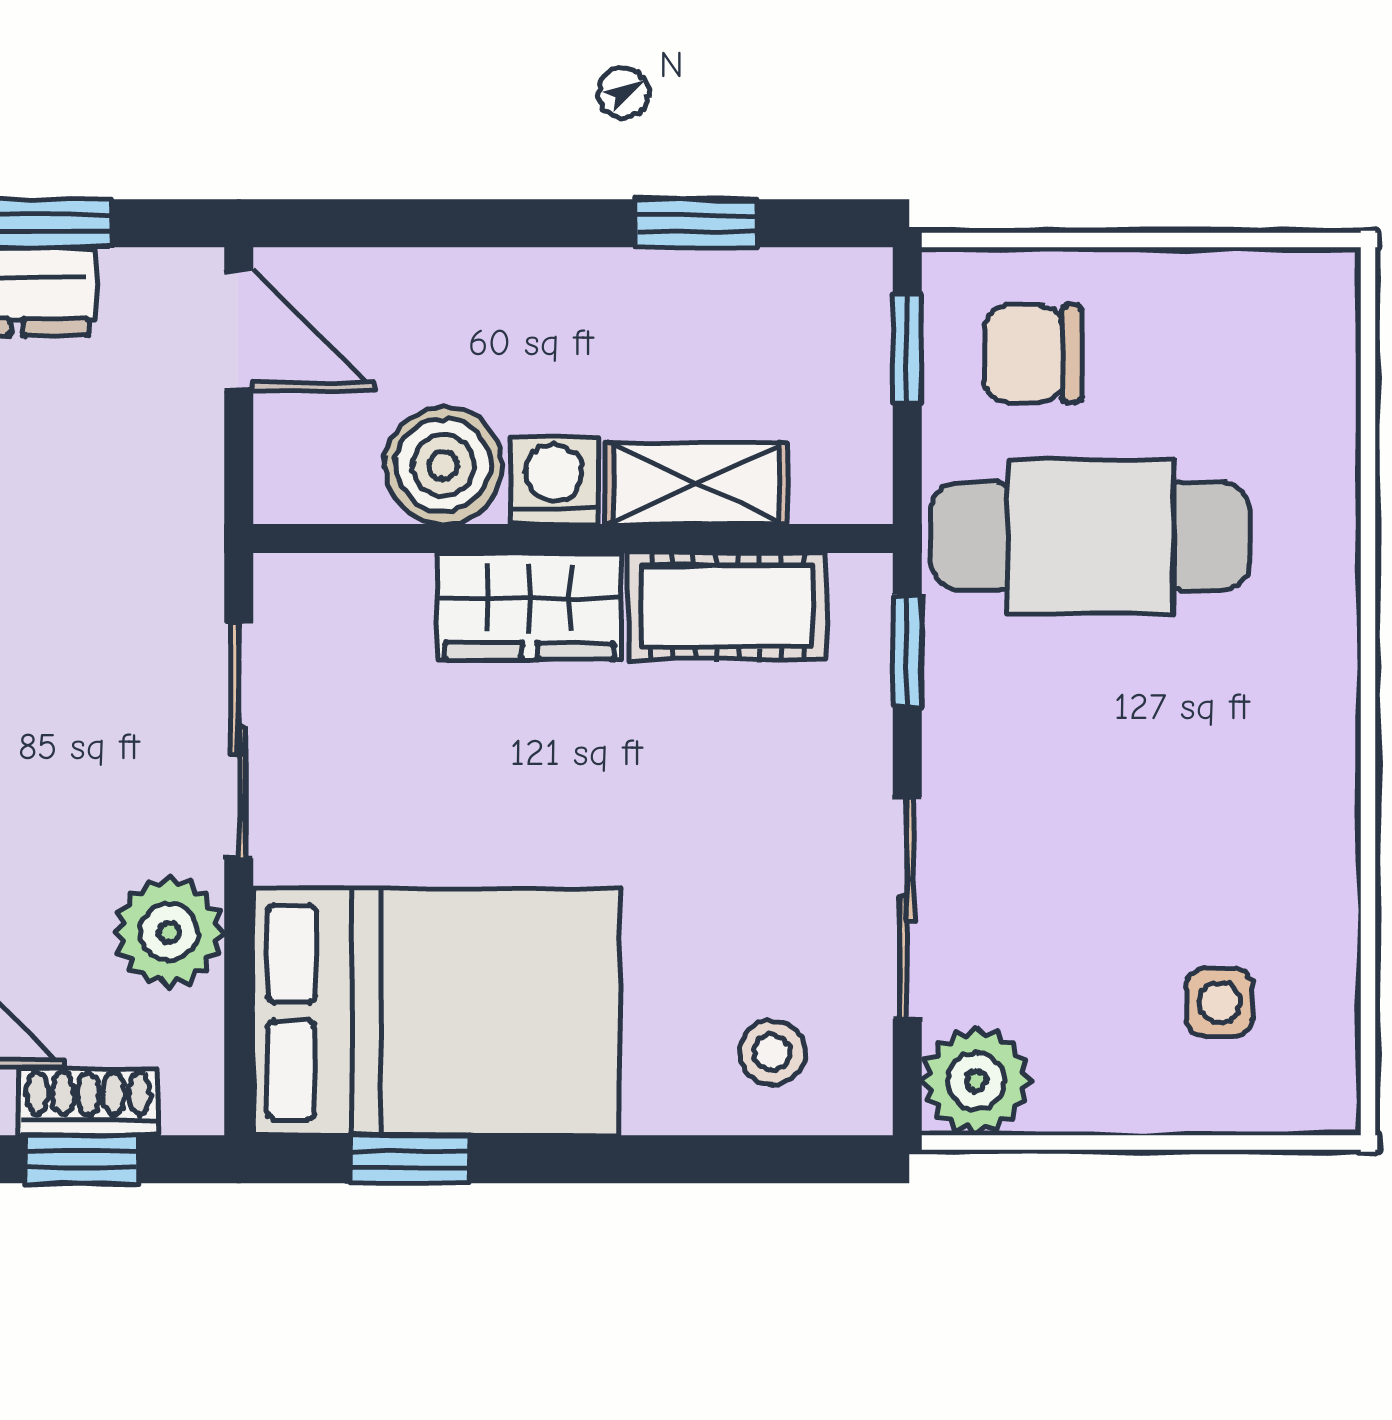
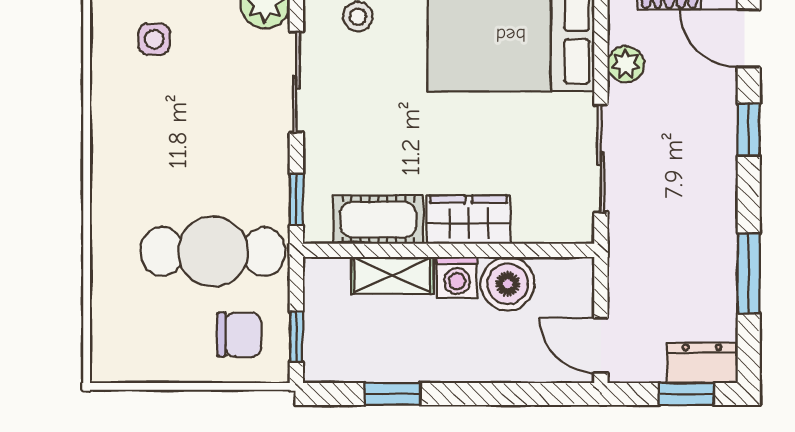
plant: (169, 932) -> (626, 64), width x0.73, depth x0.73

